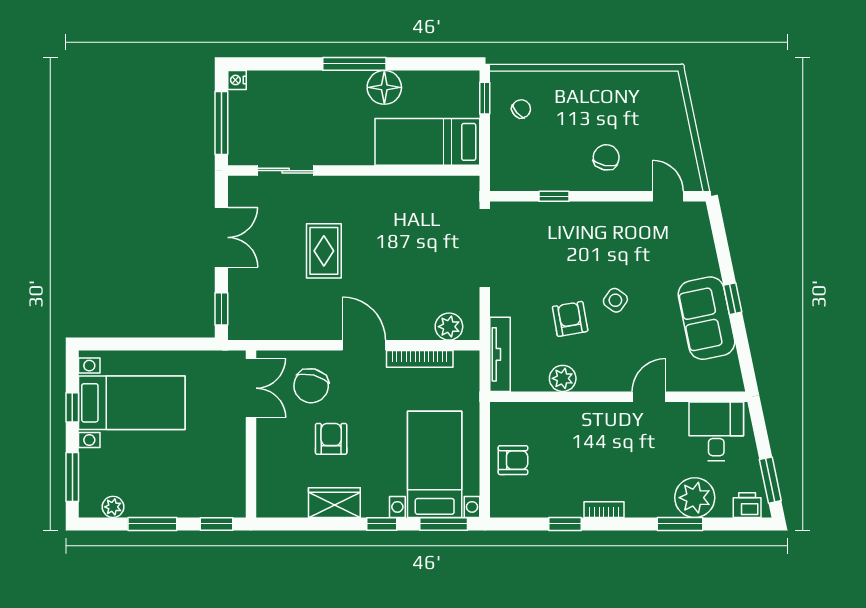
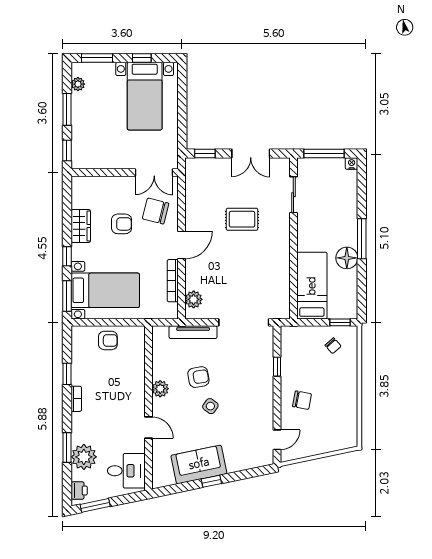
tv unit: (500, 354) -> (193, 332), moved
plant: (563, 378) -> (160, 389), moved
armchair: (513, 460) -> (108, 340), turned -90

